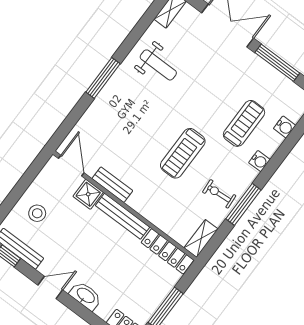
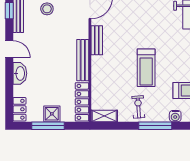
treadmill: (183, 153) -> (146, 68), turned -90
shower: (88, 194) -> (52, 114), moved
window: (243, 204) -> (155, 126), moved

